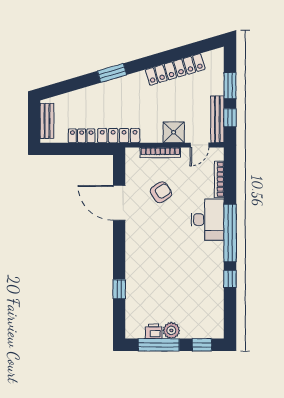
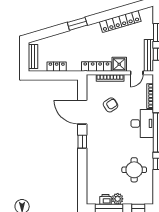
locker: (119, 136) -> (96, 66), moved
round table: (196, 288) -> (134, 170), added
window: (119, 289) -> (82, 142), moved

